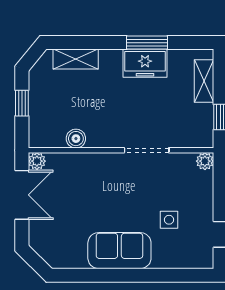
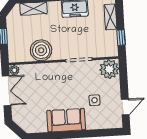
boiler: (76, 139) -> (41, 50), width x1.86, depth x1.86
plant: (205, 161) -> (109, 69), width x1.88, depth x1.88

